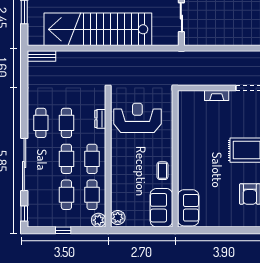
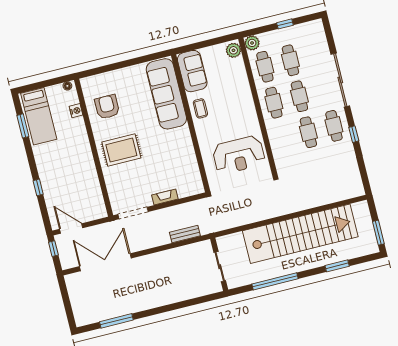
bench: (41, 56) -> (185, 234), moved
dresser: (100, 119) -> (276, 145), removed
sofa: (188, 208) -> (166, 94), width x1.85, depth x1.27
window: (24, 214) -> (354, 134), moved

